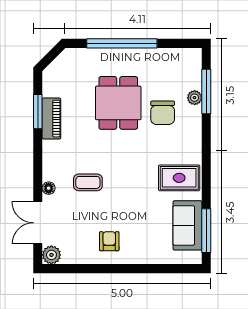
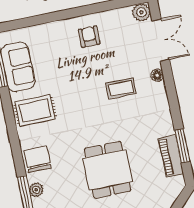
chair: (163, 113) -> (38, 159), moved
piano: (51, 119) -> (171, 156), moved
armchair: (109, 241) -> (89, 37), turned 180

